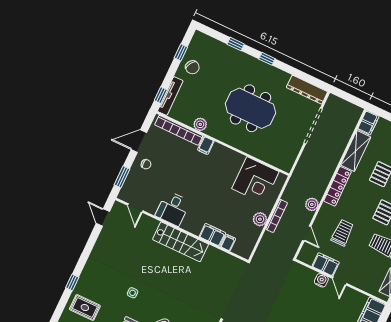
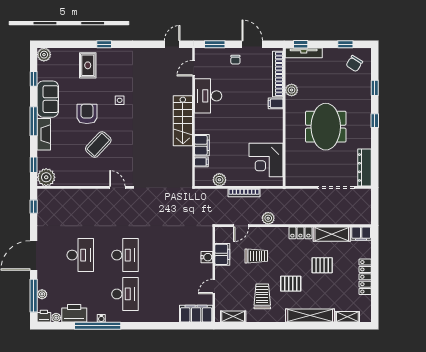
chair: (192, 67) -> (354, 64), moved
locker: (337, 186) -> (300, 233), width x0.66
desk: (173, 209) -> (208, 96), width x1.37
plant: (260, 219) -> (219, 180), moved
door: (340, 281) -> (214, 286), moved

